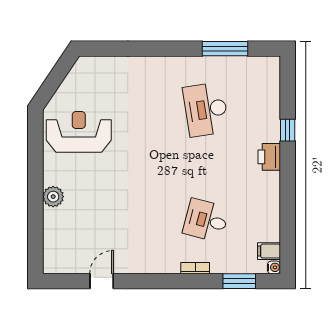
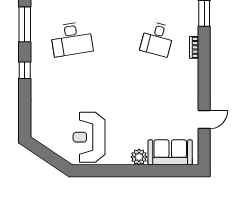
window: (165, 49) -> (25, 70), added
sofa: (59, 237) -> (170, 152), added
door: (102, 281) -> (204, 120), swing flipped

